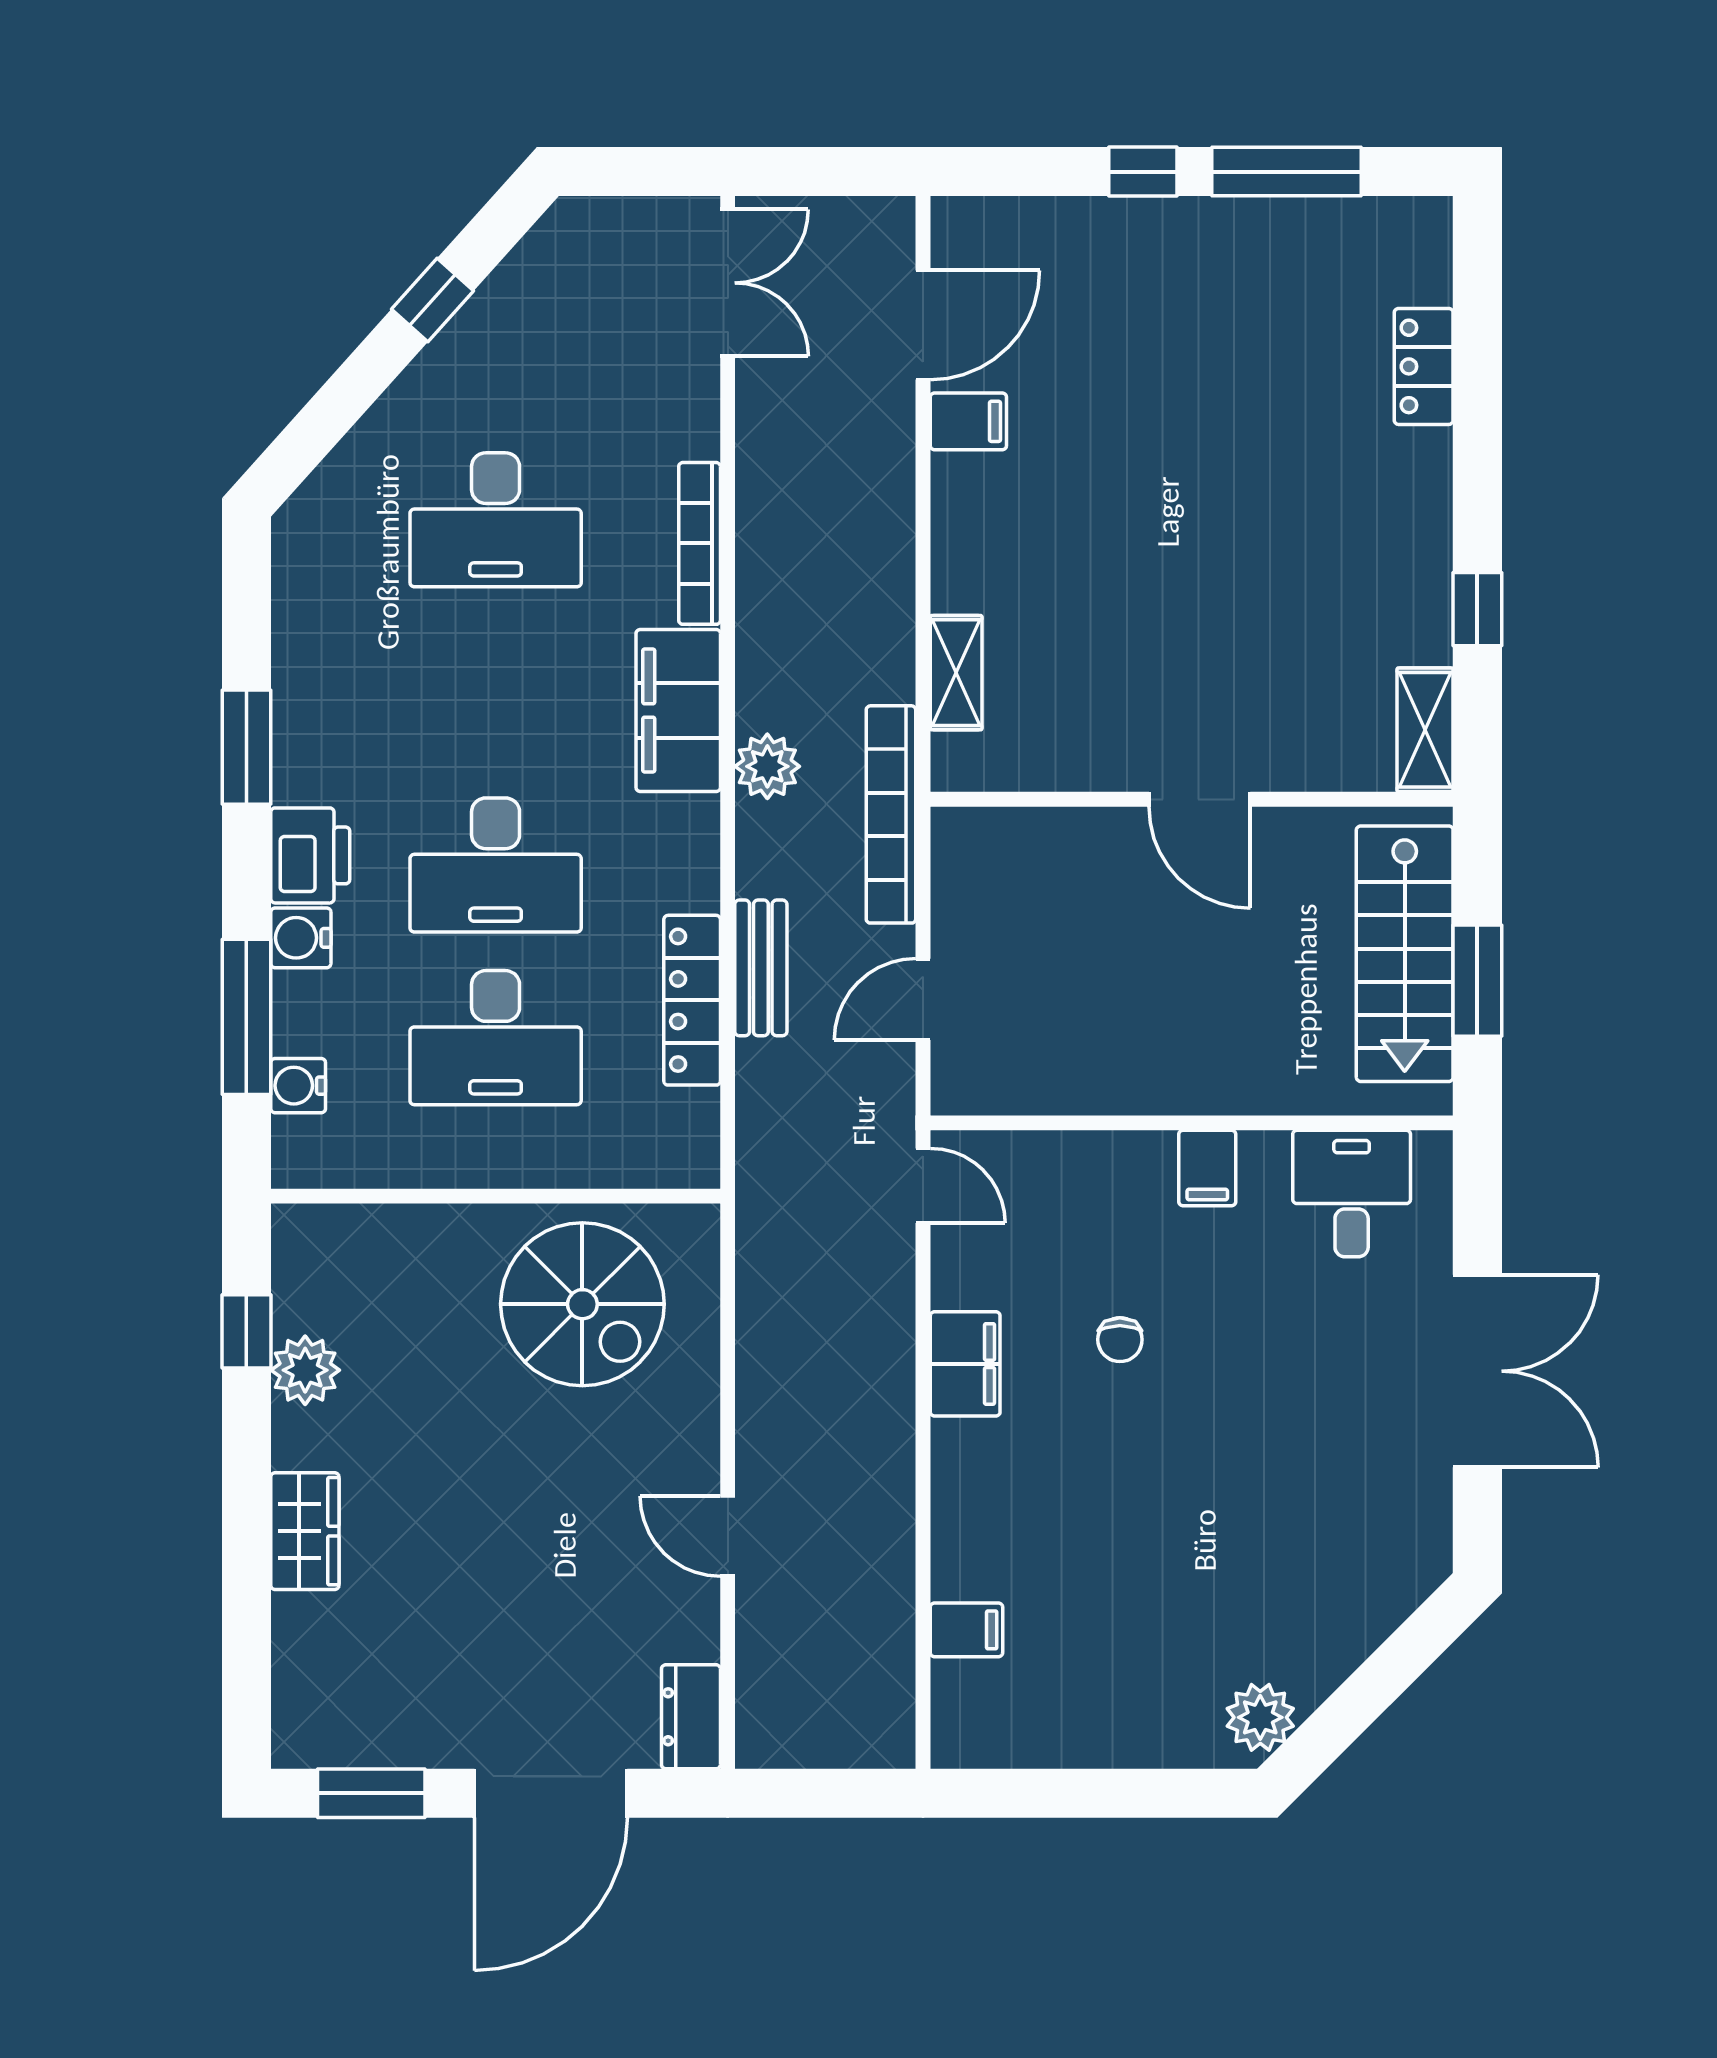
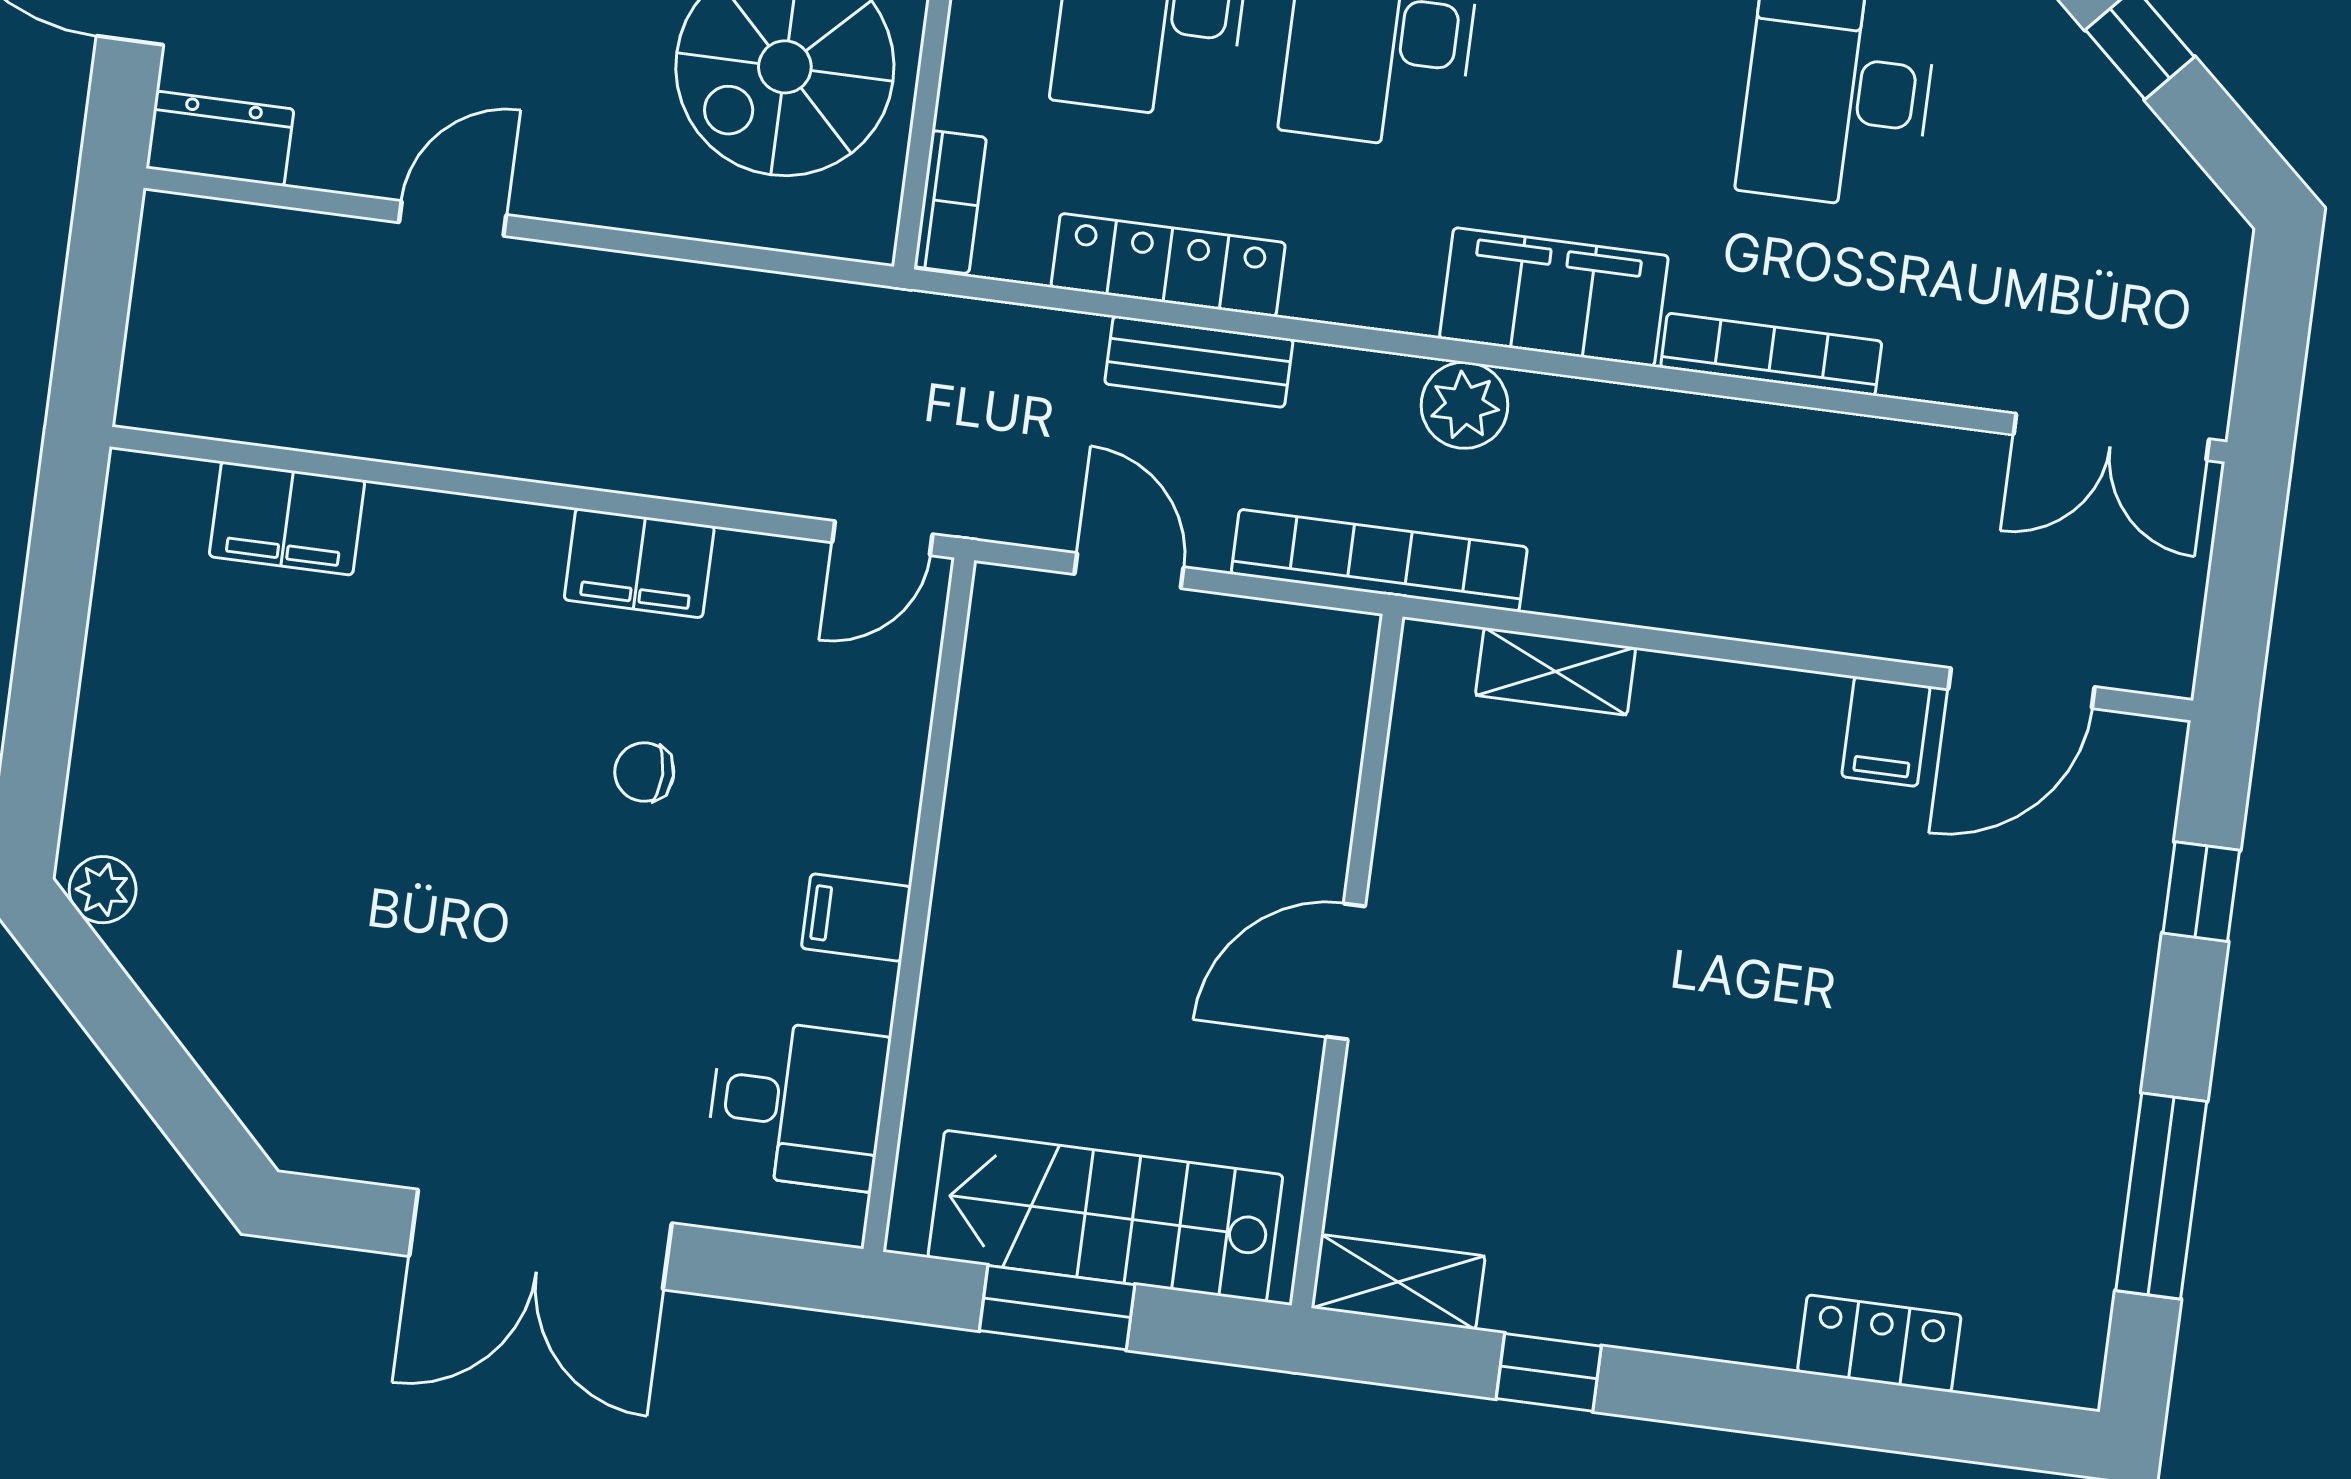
window: (1143, 172) -> (2201, 892), moved
door: (923, 325) -> (2021, 688), hinge flipped
bookcase: (667, 1168) -> (950, 202), added
filing cabinet: (966, 1630) -> (287, 518), width x2.00
plant: (1260, 1717) -> (103, 890), width x0.73, depth x0.73

